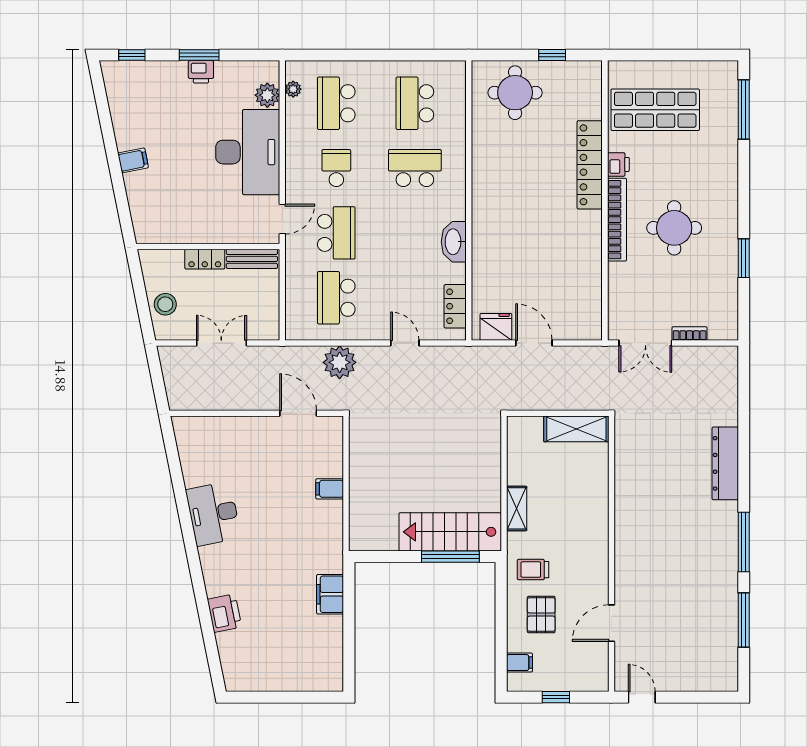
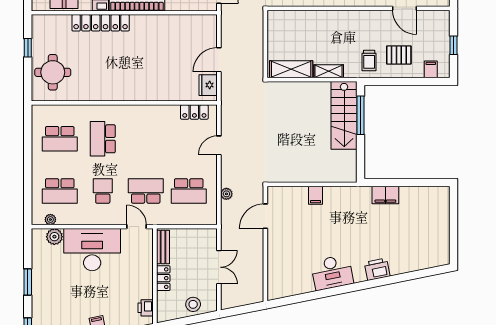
printer: (201, 72) -> (146, 308), moved, turned 180
school desk: (336, 168) -> (103, 191), turned 90
washbasin: (454, 242) -> (152, 113), removed
double door: (221, 343) -> (219, 267), swing flipped
plant: (340, 362) -> (226, 194), width x0.53, depth x0.53
shelving: (576, 429) -> (291, 69), moved, turned 90
printer: (224, 613) -> (377, 269), moved

